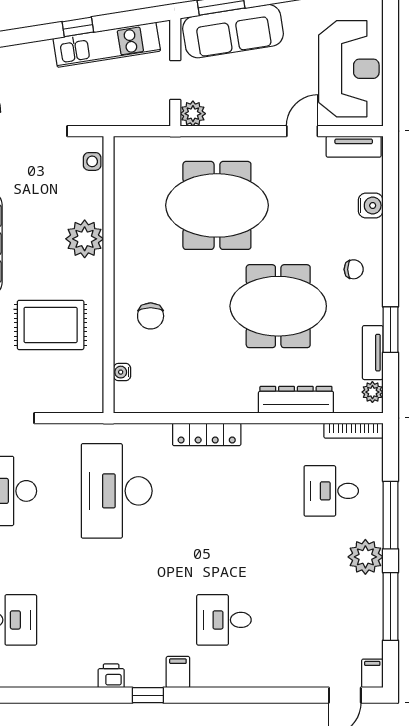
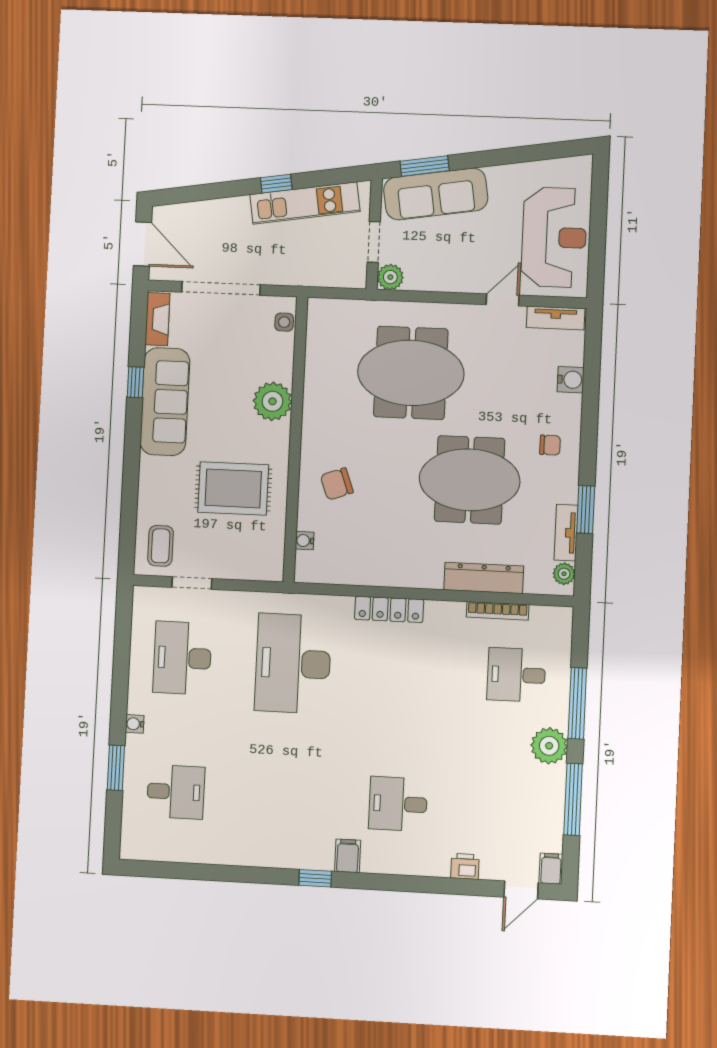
chair: (151, 316) -> (337, 484), turned 70
bookcase: (354, 431) -> (498, 611), moved
printer: (111, 676) -> (465, 866), moved

